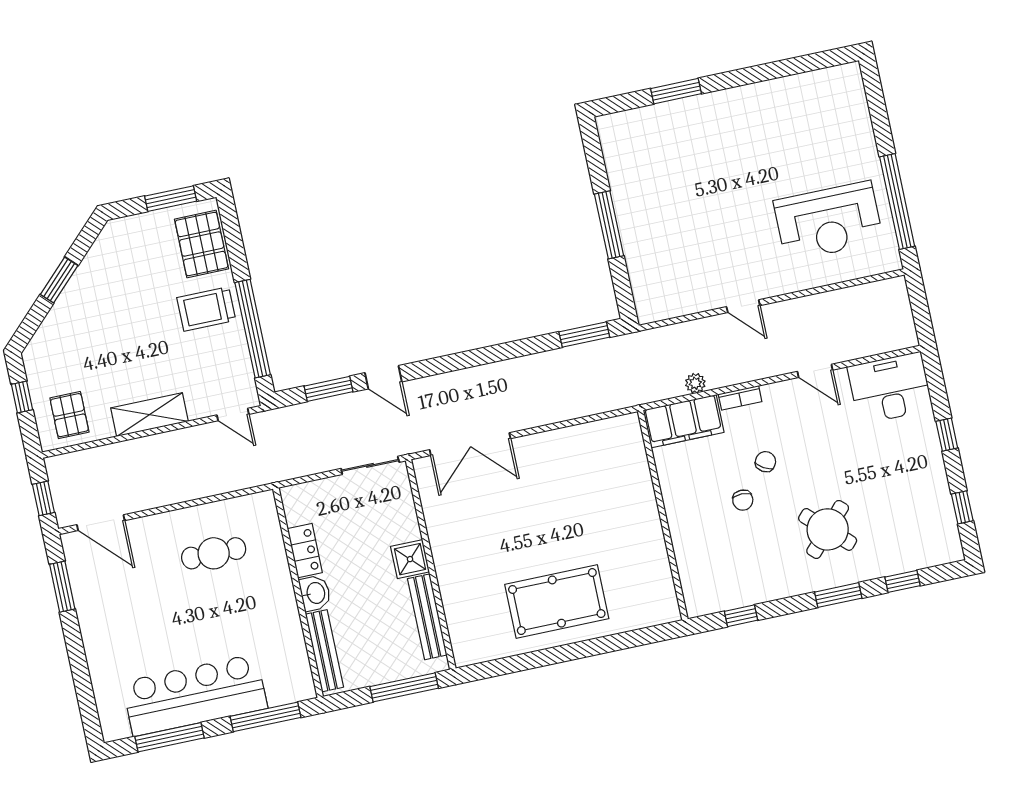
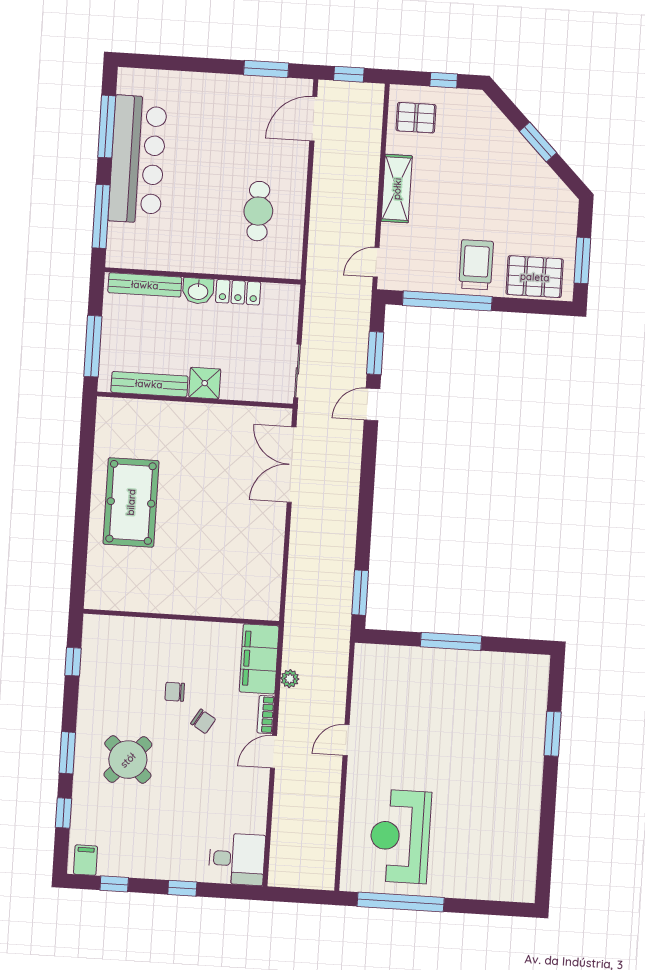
door: (815, 371) -> (273, 752), moved
desk: (890, 388) -> (237, 859), width x0.73
filing cabinet: (946, 544) -> (85, 860), added

